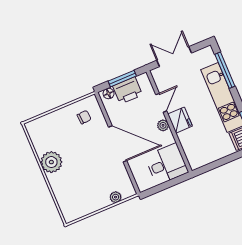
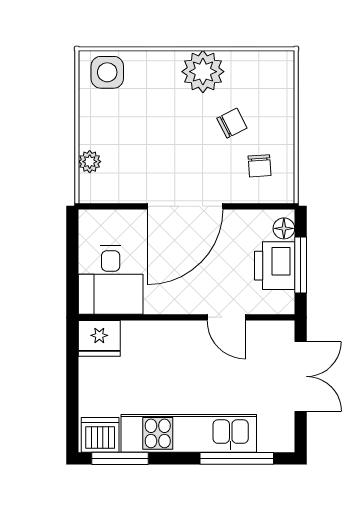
fridge: (180, 120) -> (99, 338), moved
plant: (163, 125) -> (184, 303), removed
chair: (70, 138) -> (232, 123), added
side table: (71, 206) -> (107, 72), added

